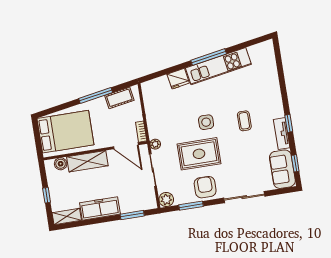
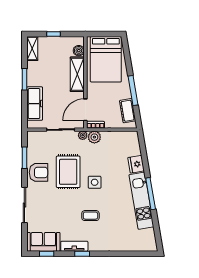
plant: (166, 200) -> (94, 137), moved
freezer: (100, 208) -> (35, 104), moved
window: (132, 215) -> (24, 79), moved

